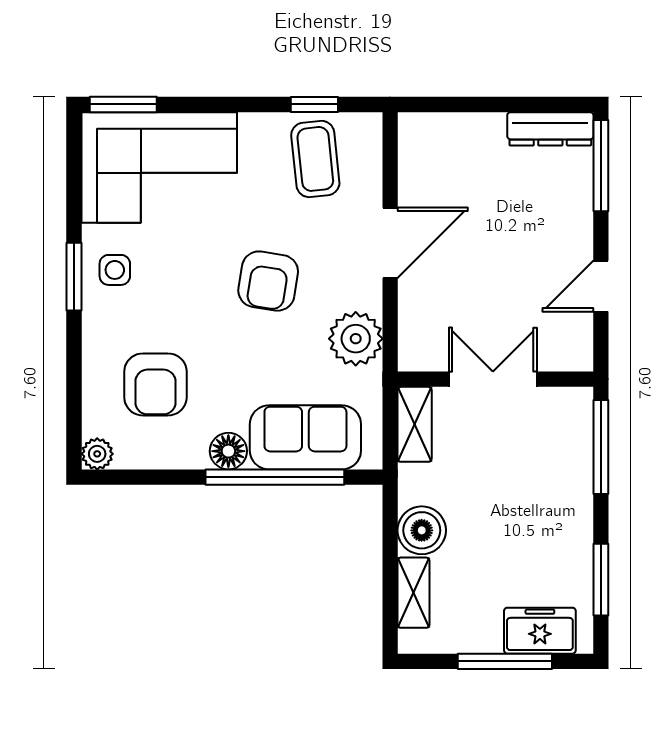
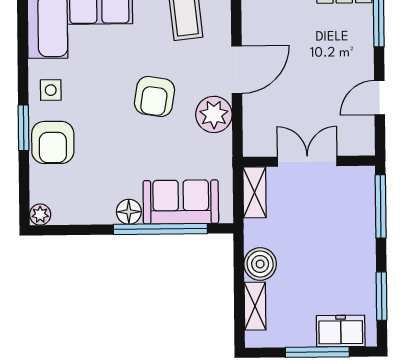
window: (74, 277) -> (24, 128), moved
plant: (356, 339) -> (214, 114), moved
armchair: (155, 384) -> (53, 142), moved

